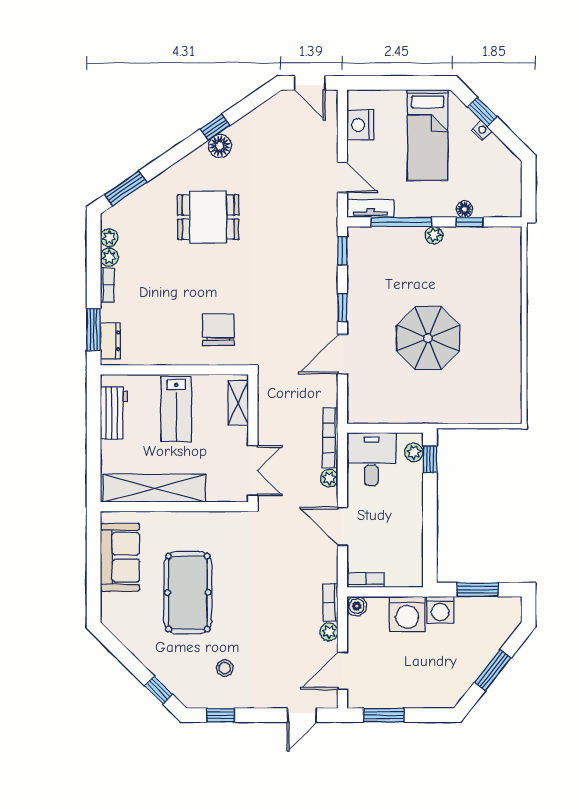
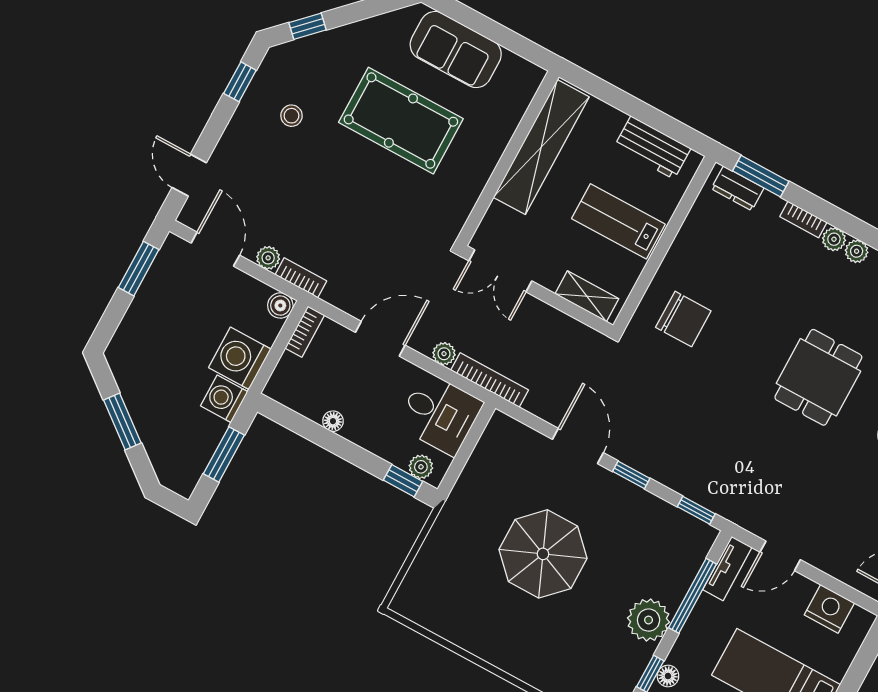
plant: (434, 235) -> (649, 620), width x1.88, depth x1.88
floor lamp: (415, 528) -> (333, 421), added
sofa: (120, 557) -> (456, 50), moved

